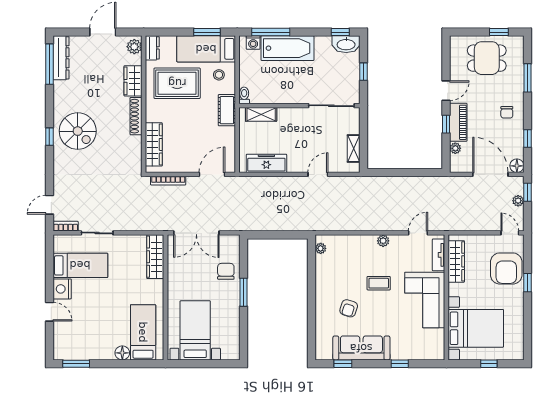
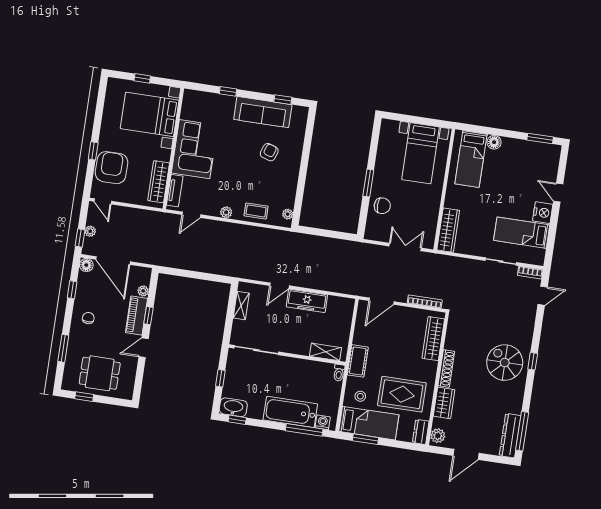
freezer: (266, 163) -> (307, 301), moved
double door: (196, 233) -> (405, 247), width x0.73
chair: (226, 271) -> (382, 206), turned -90
coffee table: (379, 283) -> (256, 211), moved

